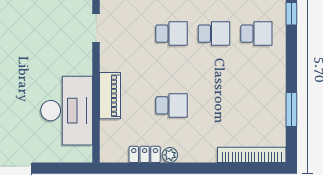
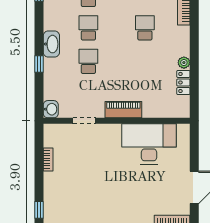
piano: (110, 96) -> (123, 110), moved
school desk: (171, 105) -> (145, 28), moved

